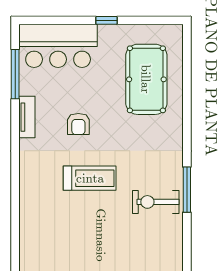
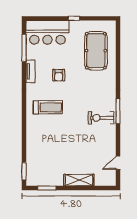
treadmill: (90, 178) -> (48, 107), moved

